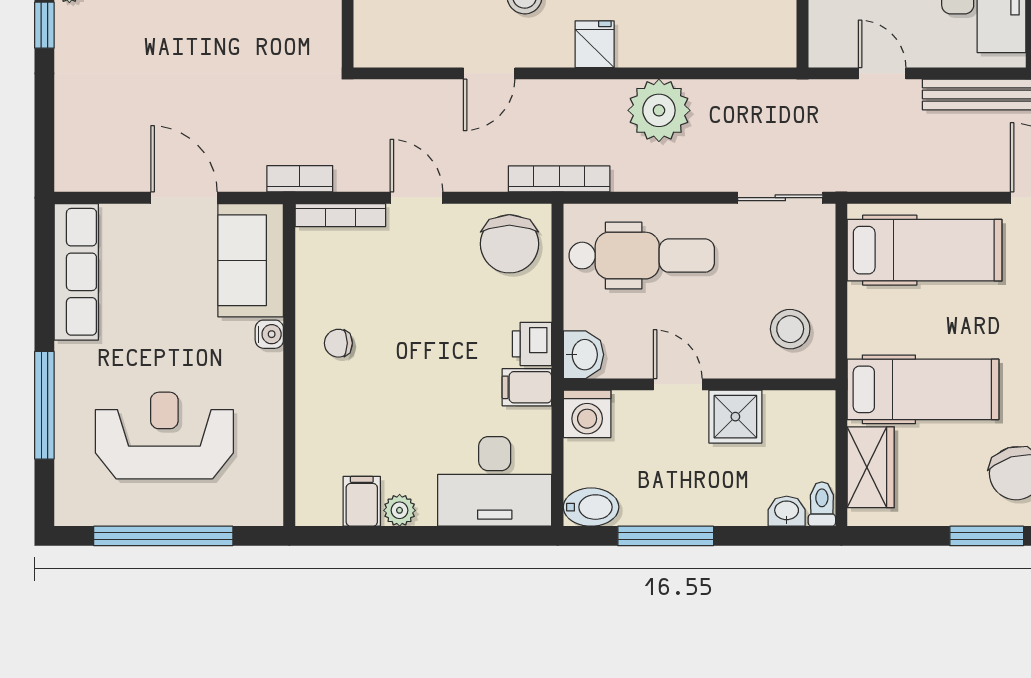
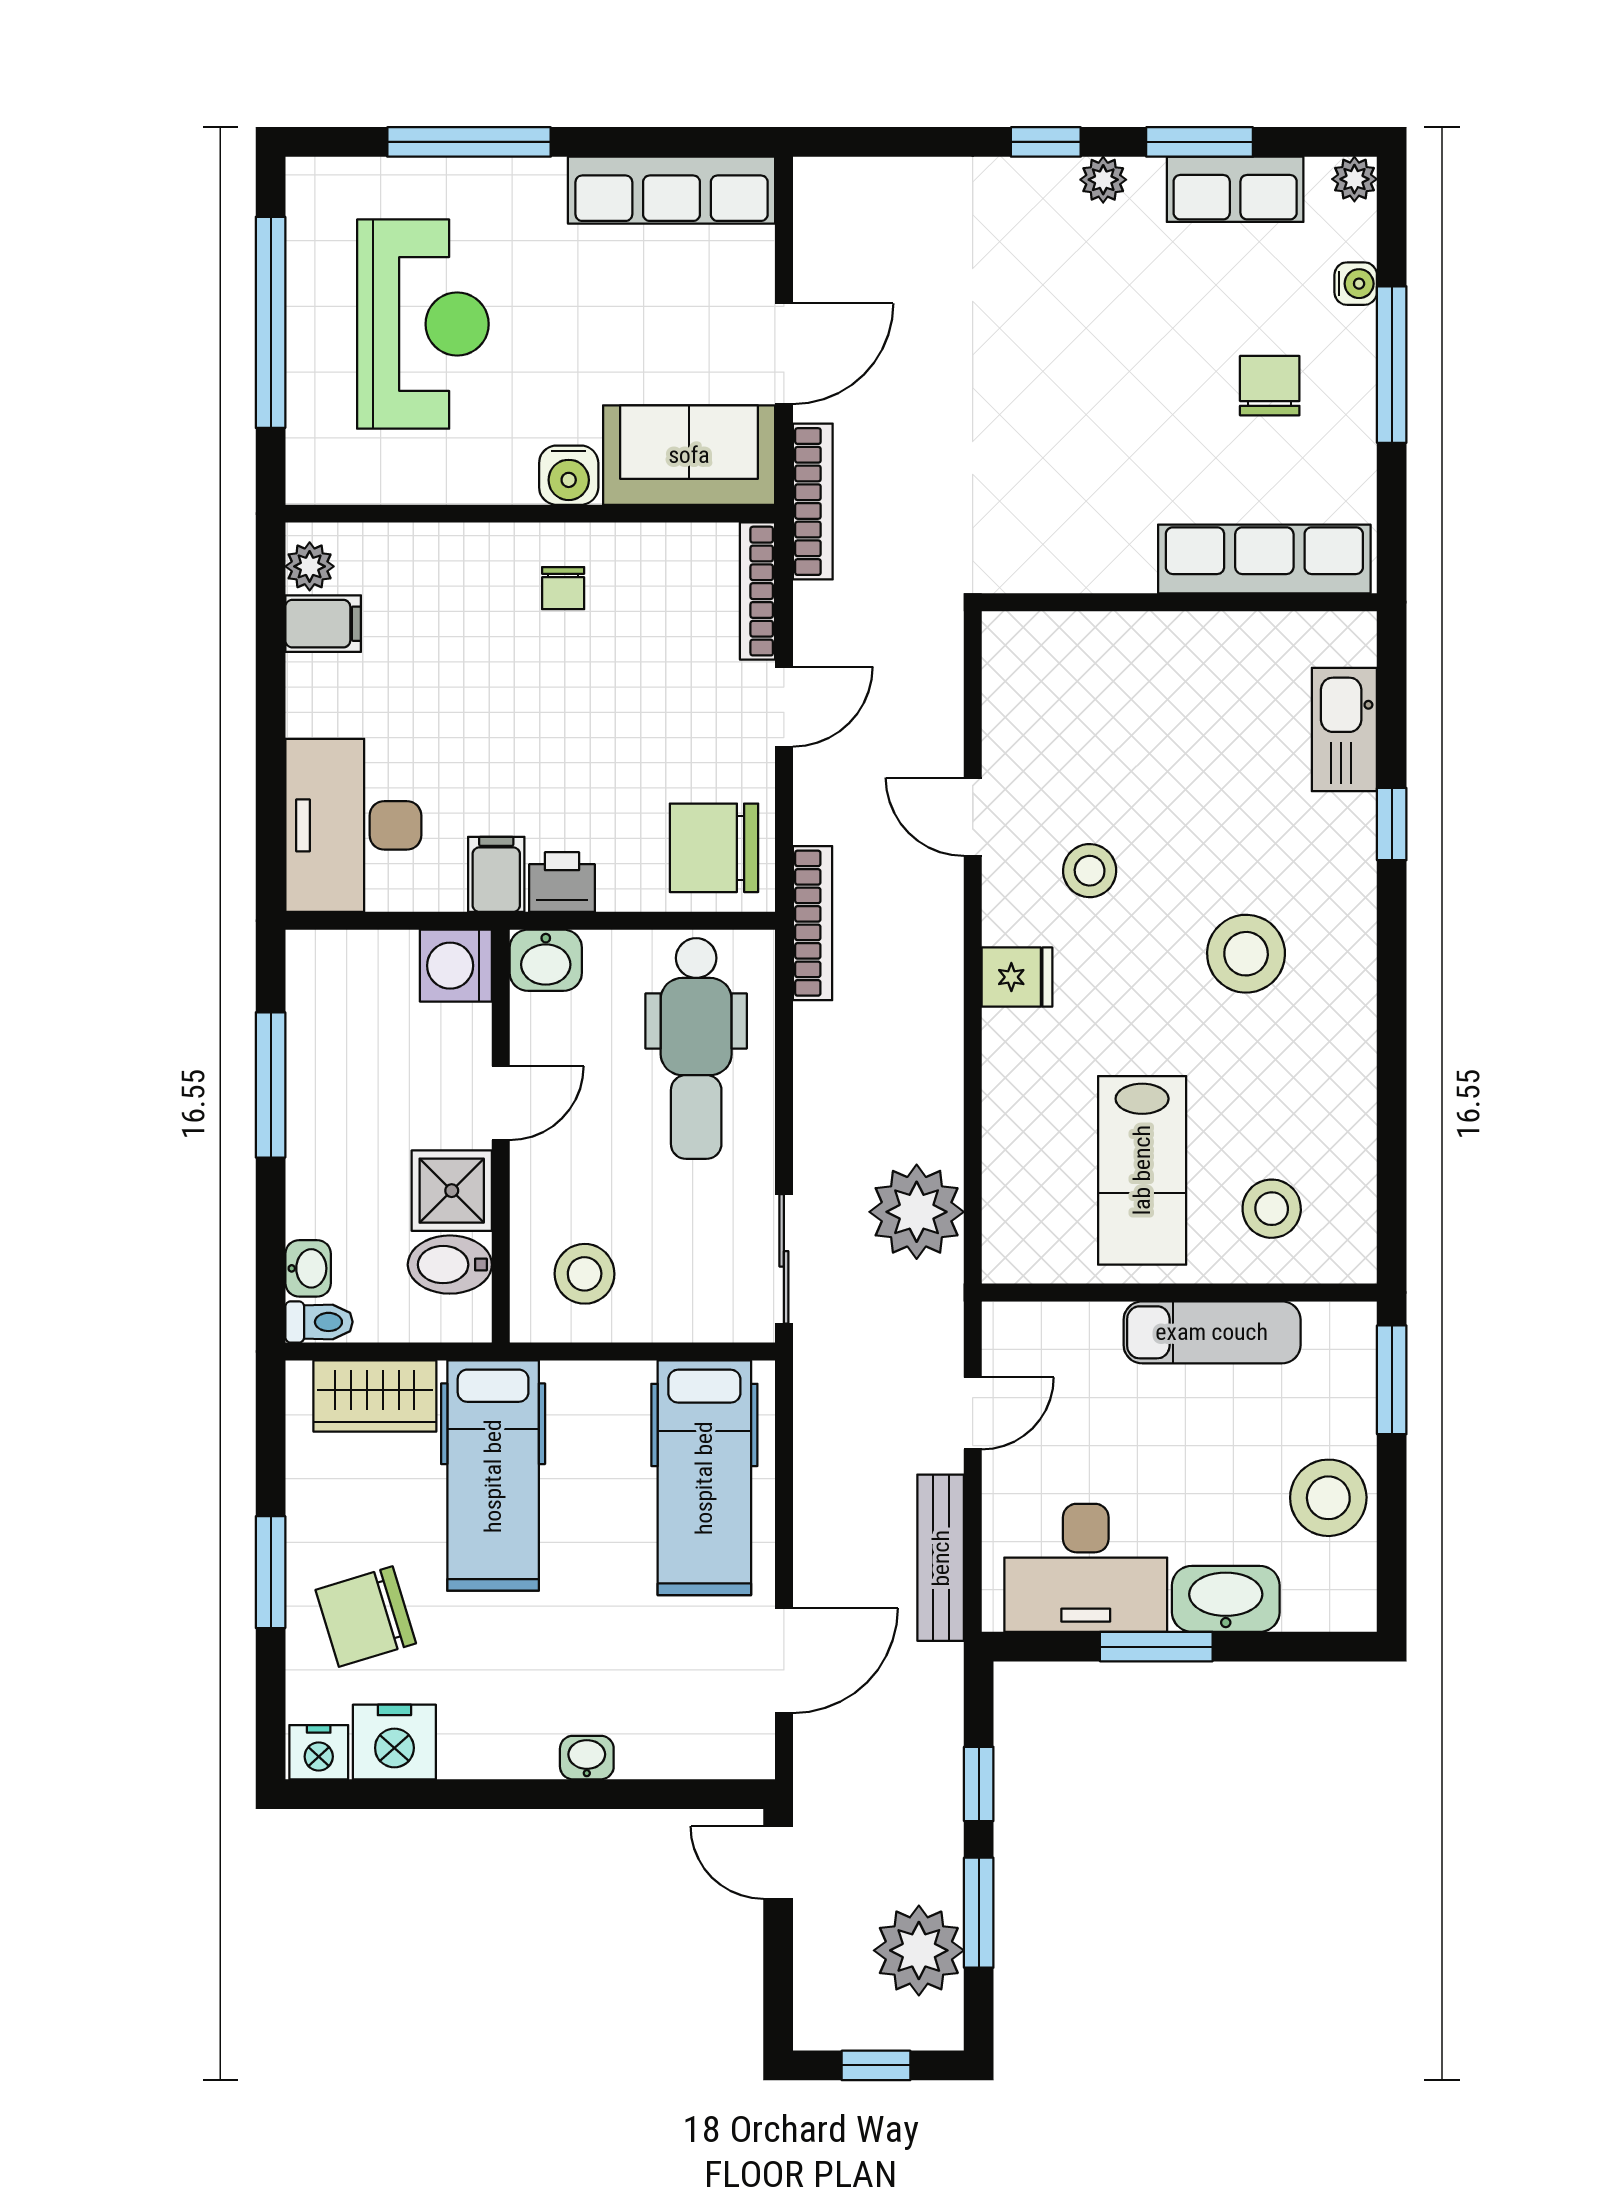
plant: (659, 110) -> (917, 1212), moved
bookcase: (300, 179) -> (813, 502), width x1.56
water cooler: (269, 334) -> (569, 475), width x1.38, depth x1.38
chair: (338, 343) -> (563, 588), turned 180
bidet: (591, 507) -> (450, 1265), moved, turned 90
plant: (400, 510) -> (310, 566), moved

